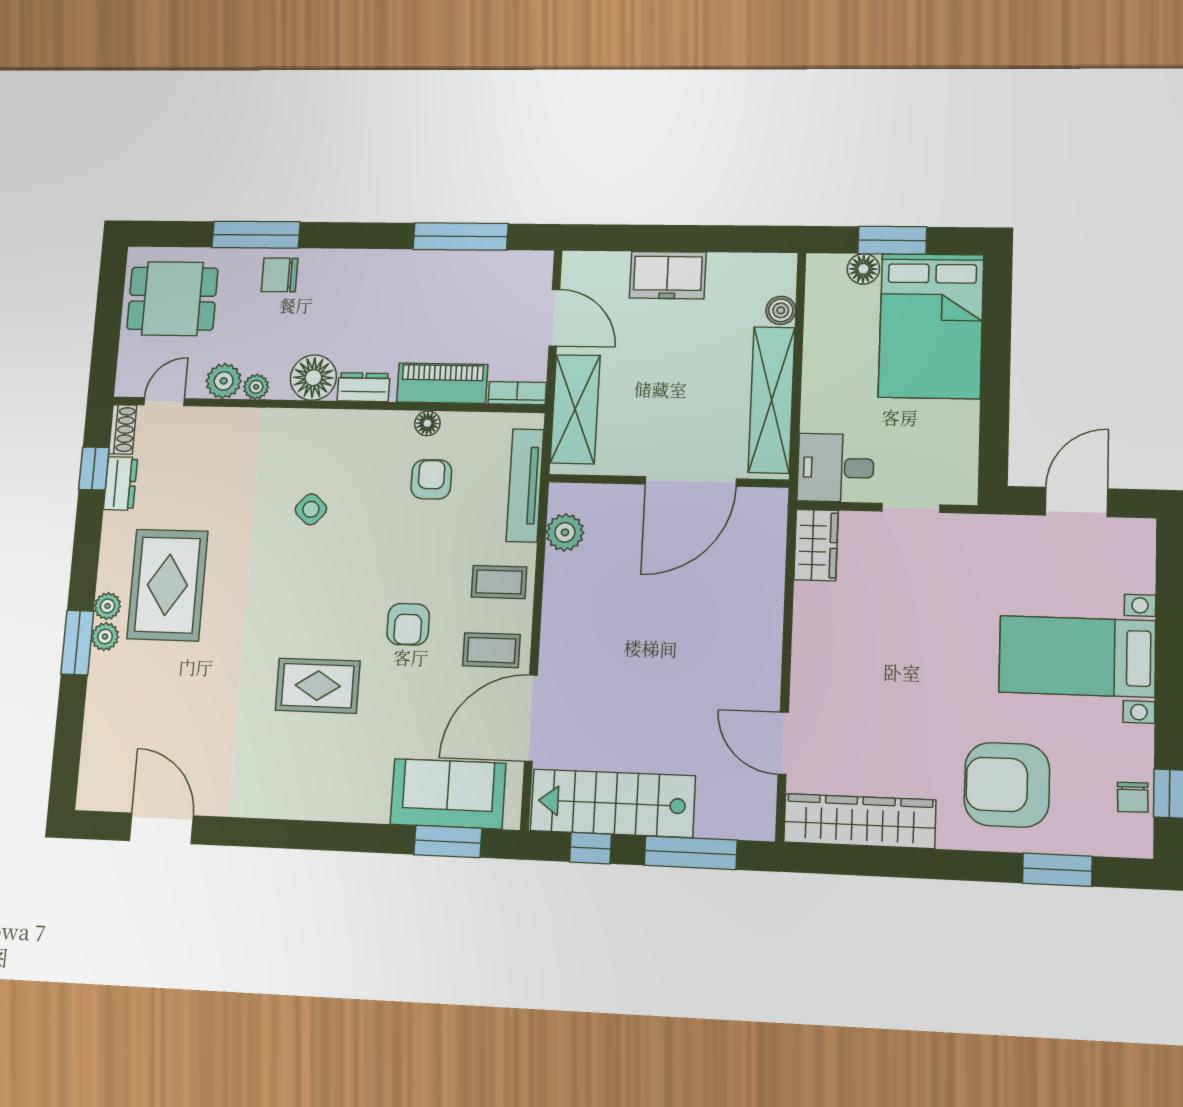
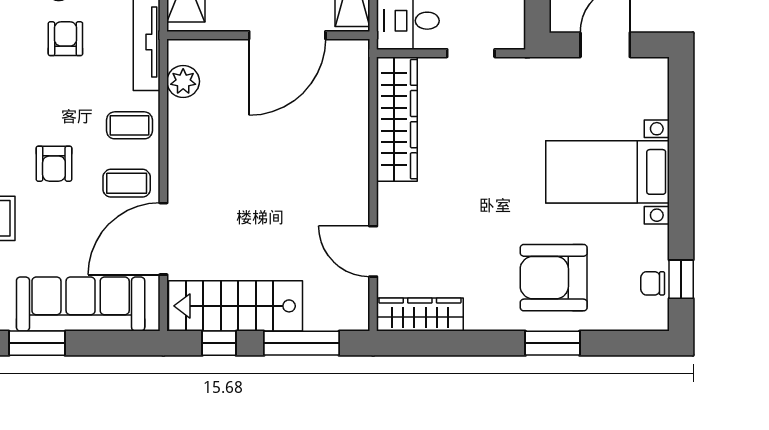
wardrobe: (816, 545) -> (397, 119), width x2.10, depth x1.17
sofa: (448, 794) -> (81, 304), width x1.36
chair: (1133, 797) -> (653, 283), turned 91
wardrobe: (860, 821) -> (420, 315), width x0.71, depth x0.85
window: (448, 842) -> (37, 343), moved
window: (1057, 870) -> (552, 343), moved

